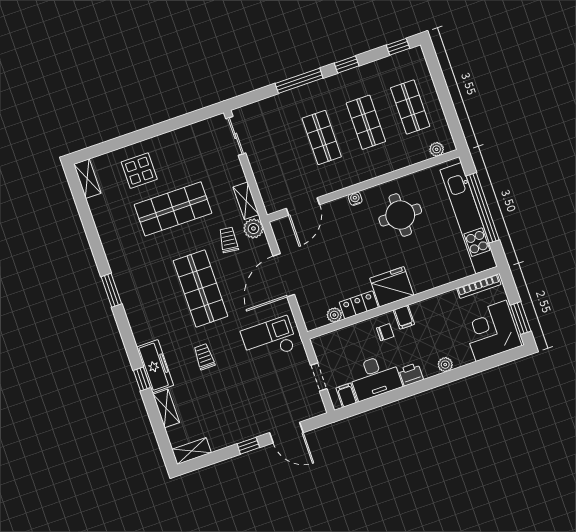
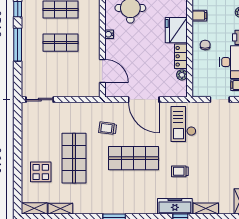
shelving: (246, 201) -> (60, 209), moved
plant: (253, 228) -> (106, 109), removed
filing cabinet: (404, 317) -> (199, 16), moved

